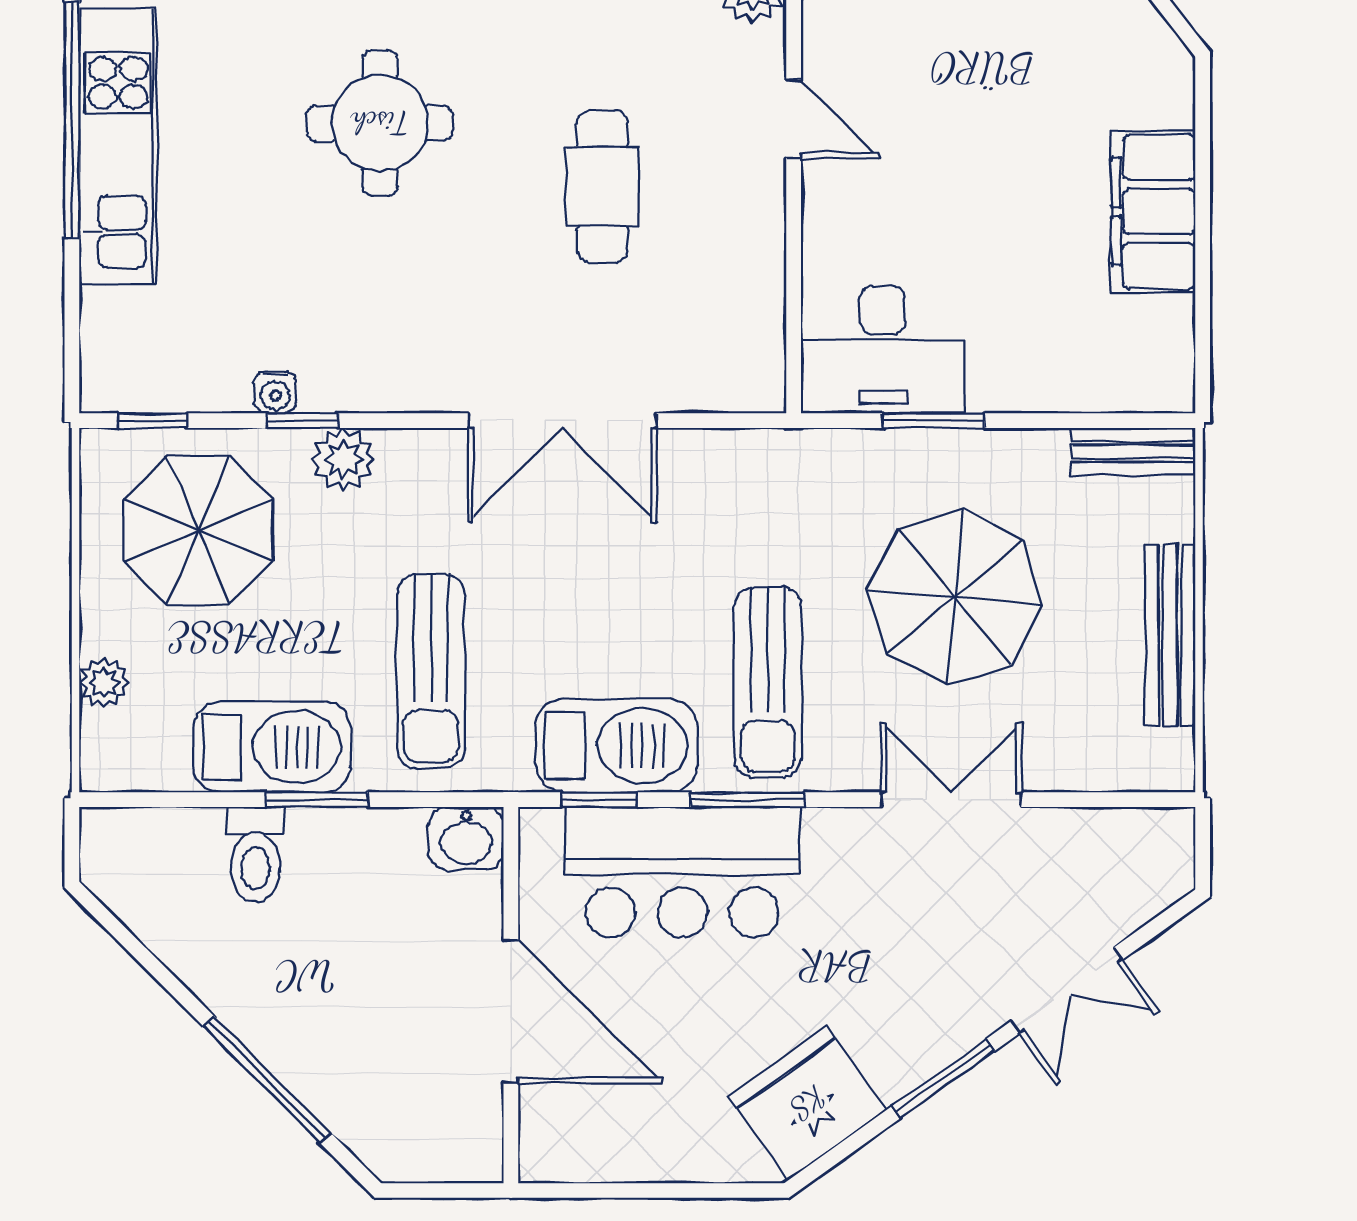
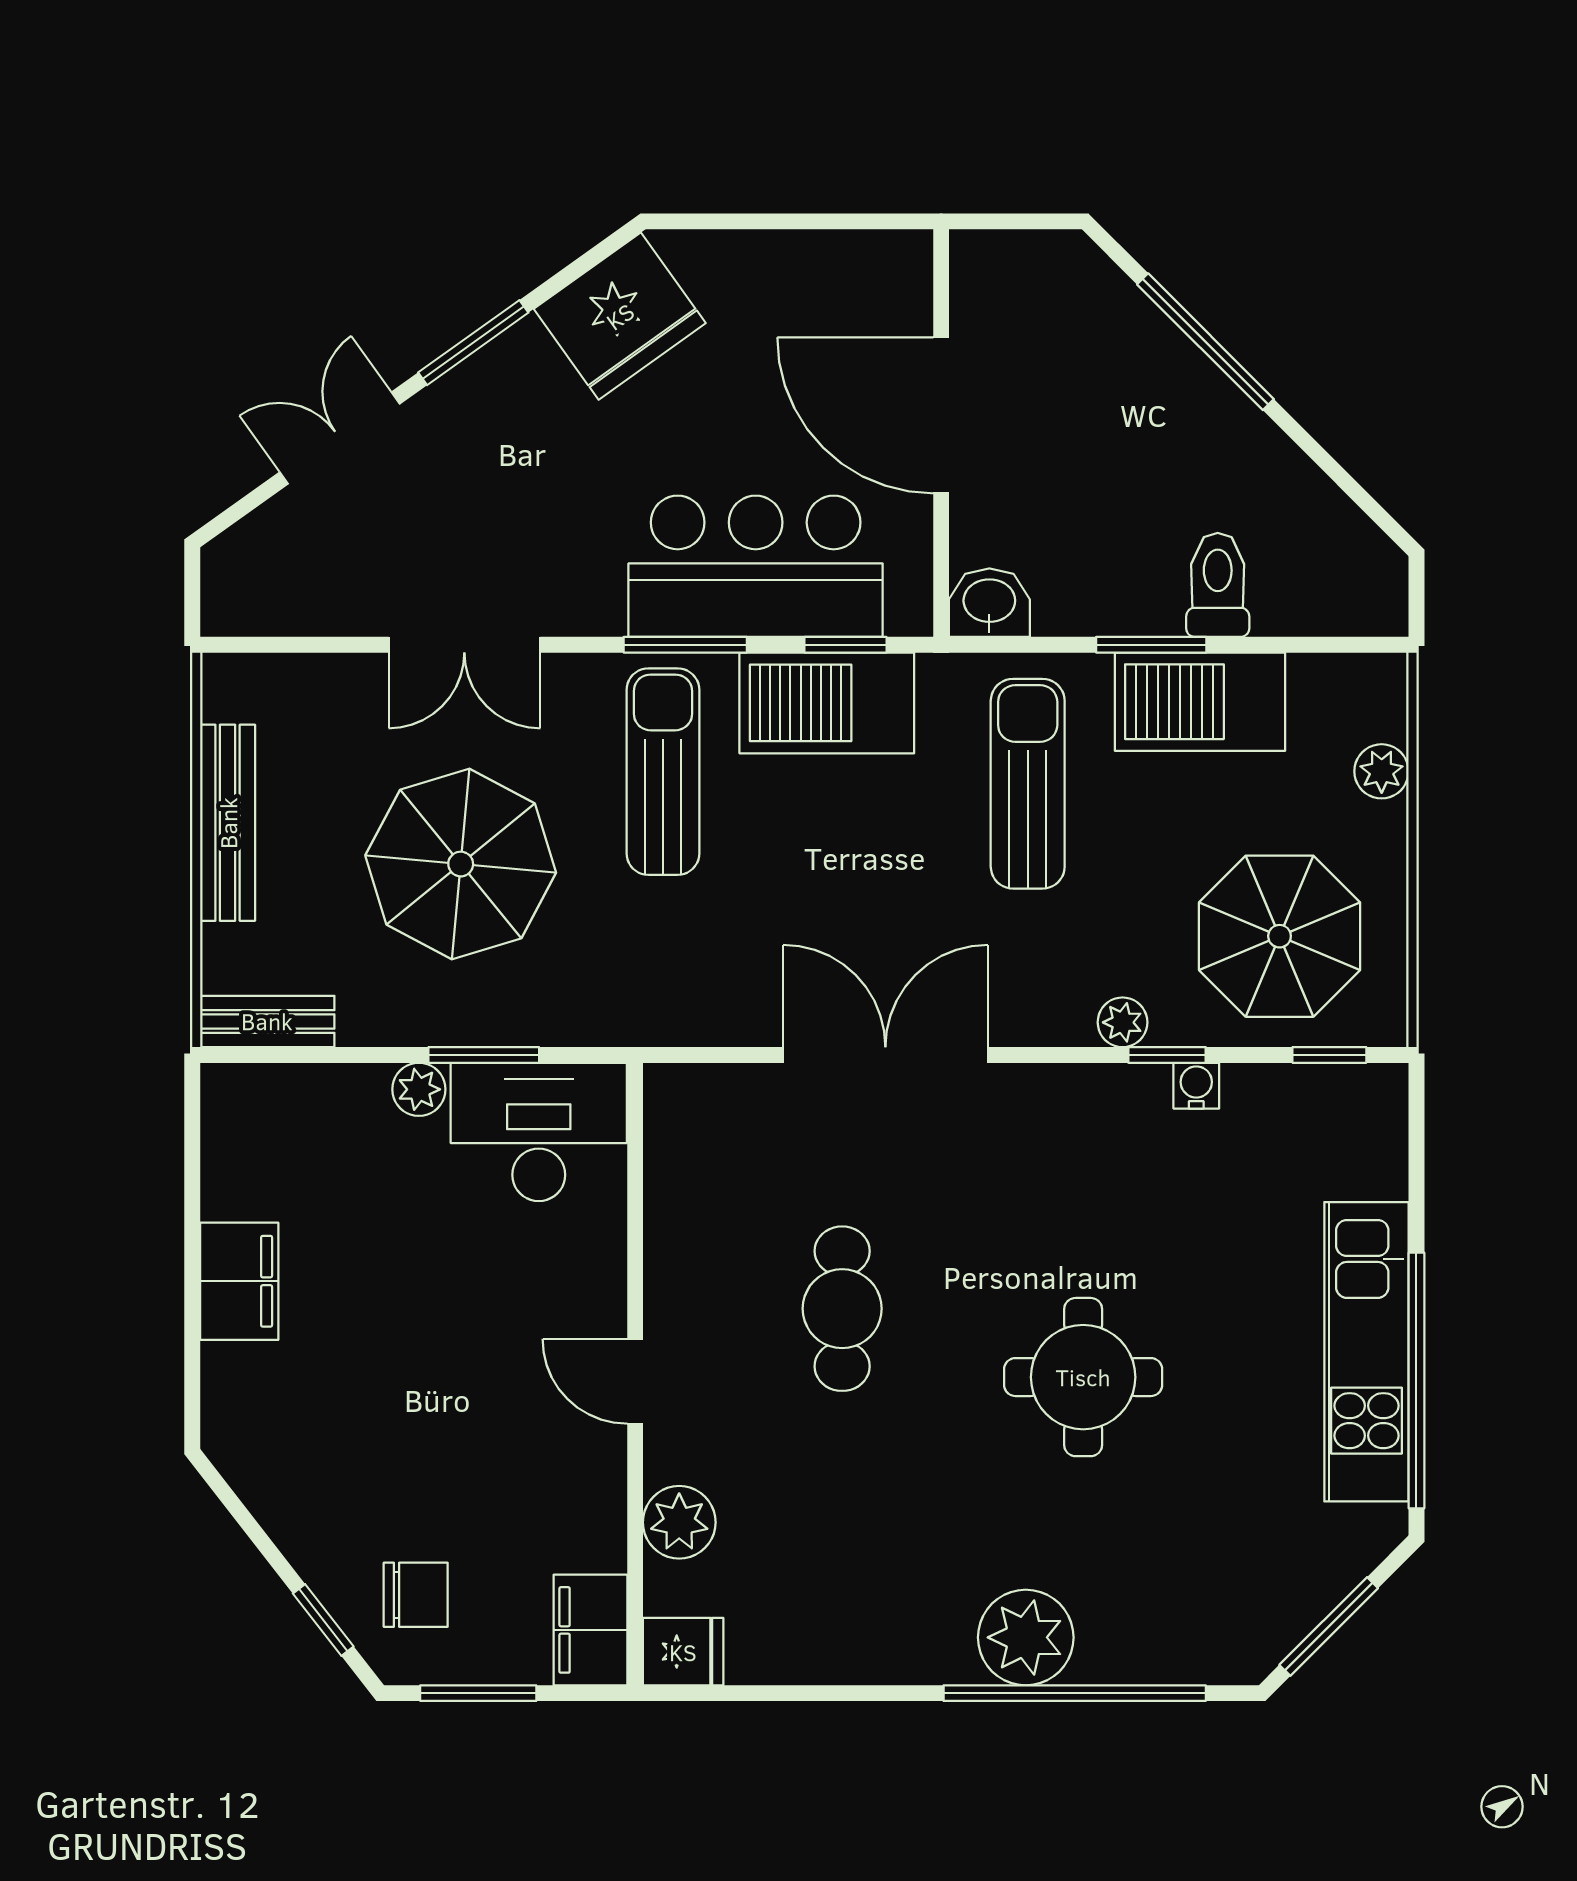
filing cabinet: (1153, 212) -> (239, 1281), width x0.67, depth x0.86
plant: (993, 389) -> (419, 1089), added
plant: (343, 459) -> (1123, 1022), width x0.73, depth x0.73

